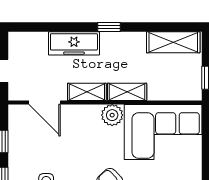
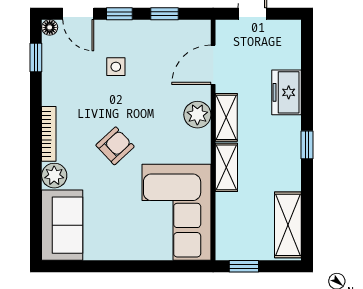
freezer: (74, 43) -> (287, 92), width x0.71
plant: (112, 115) -> (197, 115), moved

